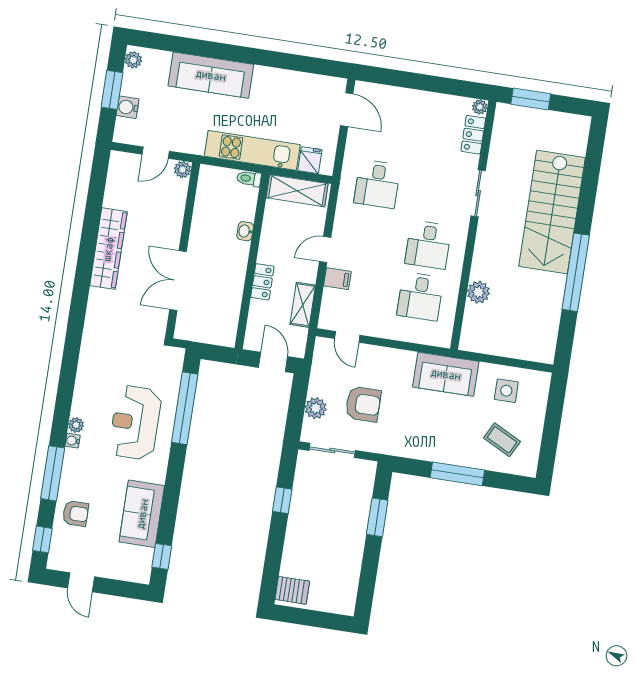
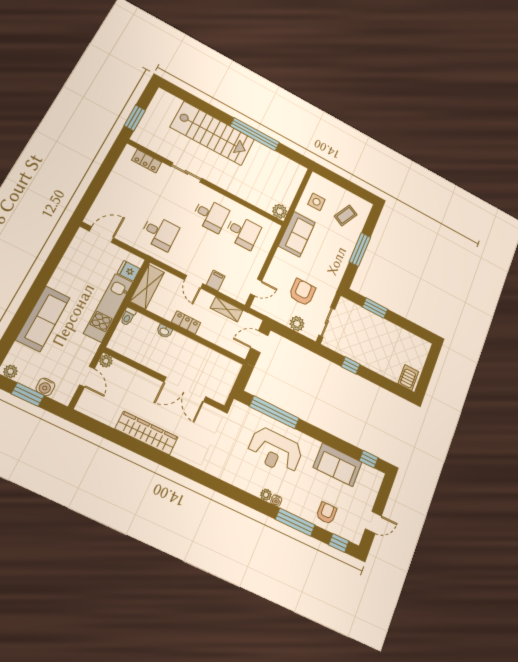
plant: (480, 107) -> (129, 150), removed
locker: (262, 282) -> (186, 322), moved
plant: (478, 292) -> (280, 211), moved

